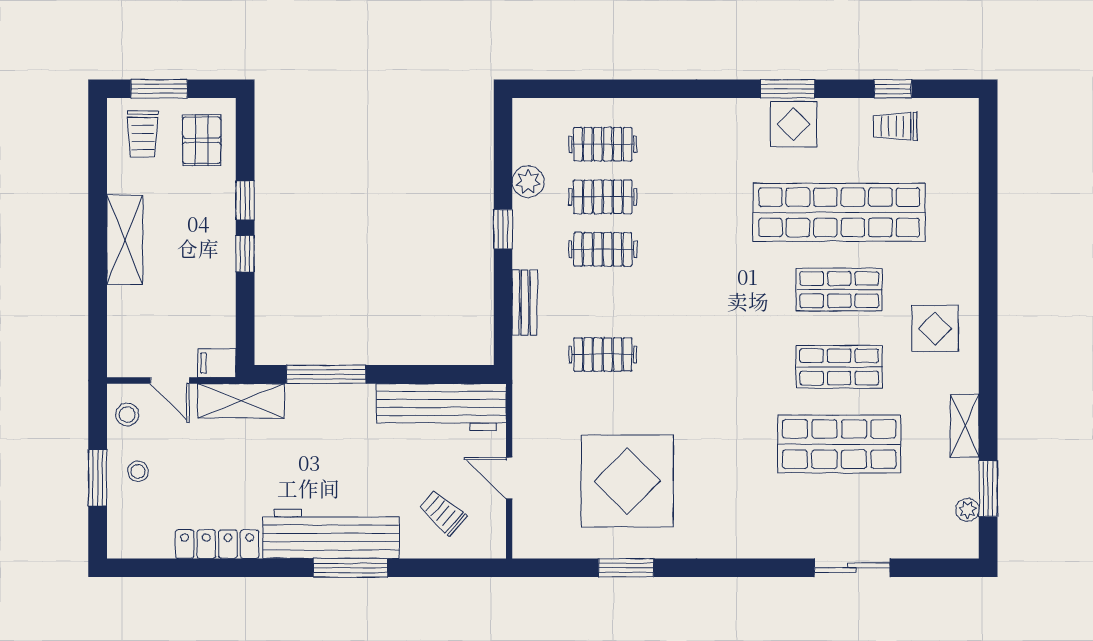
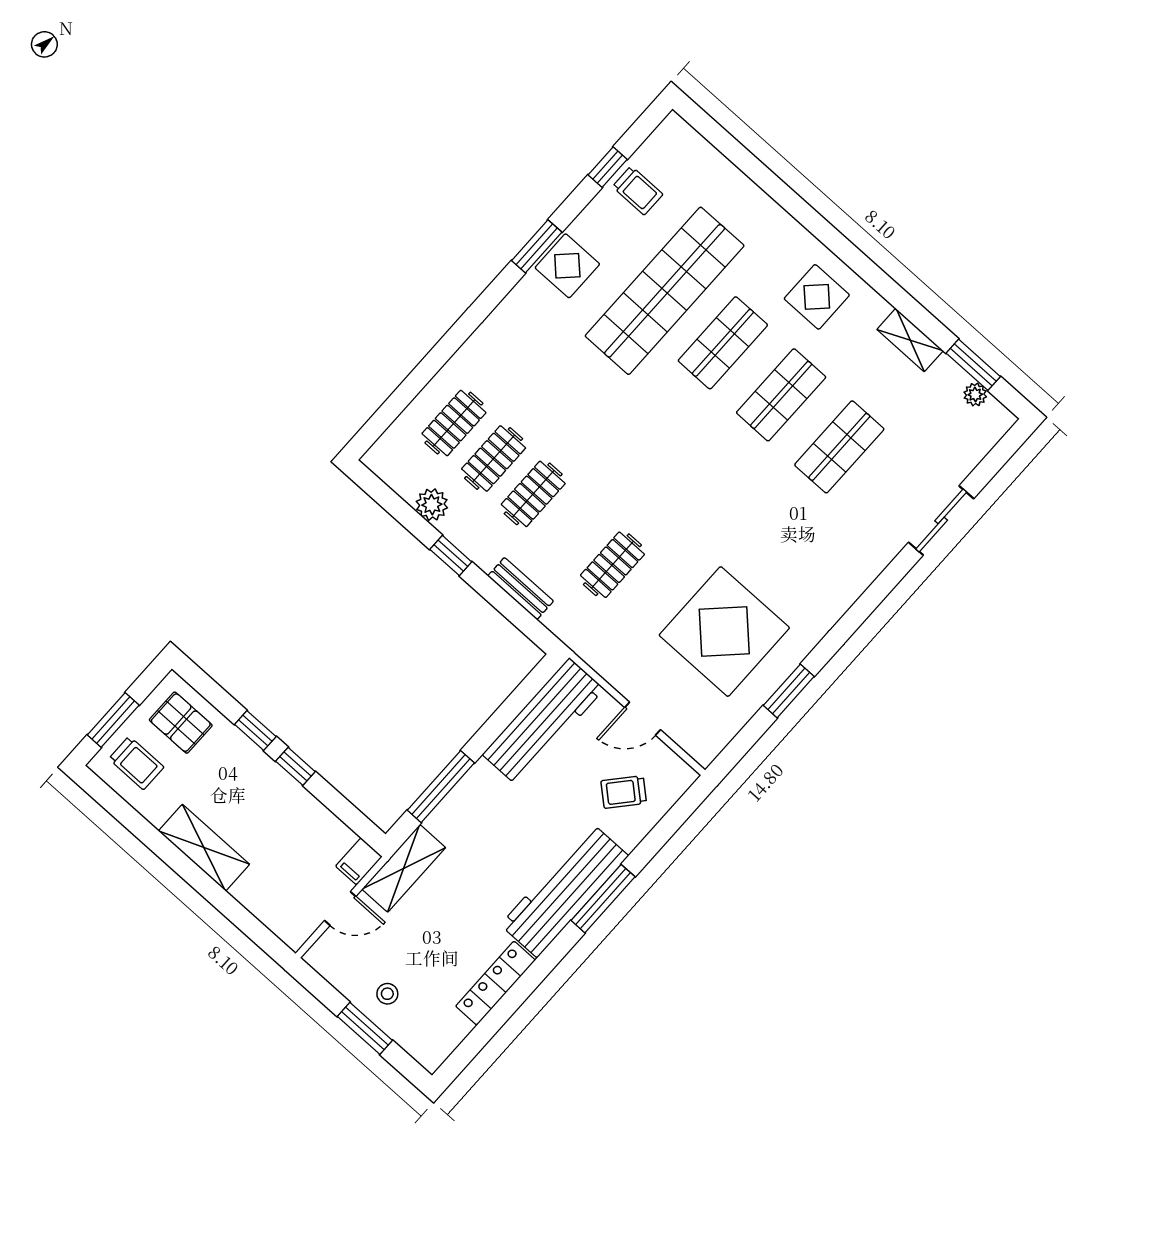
trolley: (895, 126) -> (638, 190), turned -90
stool: (127, 415) -> (337, 964), removed
shop shelf: (839, 444) -> (839, 447), width x0.70, depth x0.74

